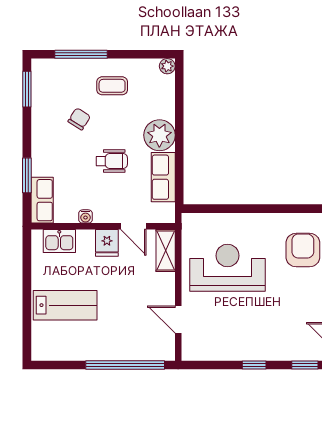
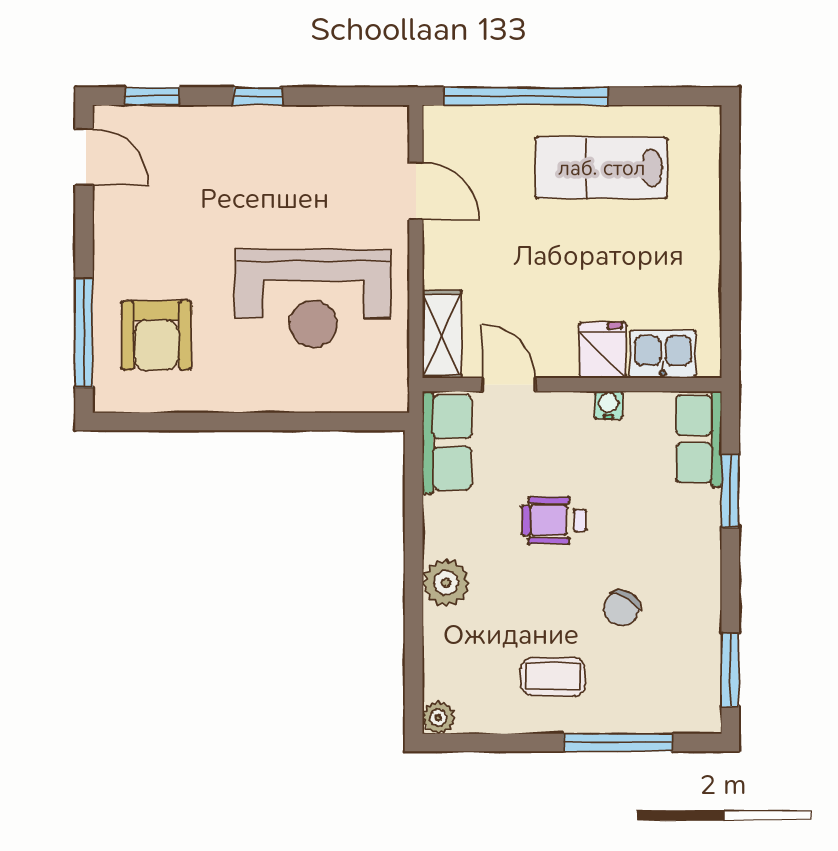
plant: (159, 135) -> (446, 583), width x0.73, depth x0.73
row of seats: (163, 177) -> (447, 443), moved
fridge: (107, 243) -> (603, 350), moved
lab bench: (65, 305) -> (602, 168), moved

